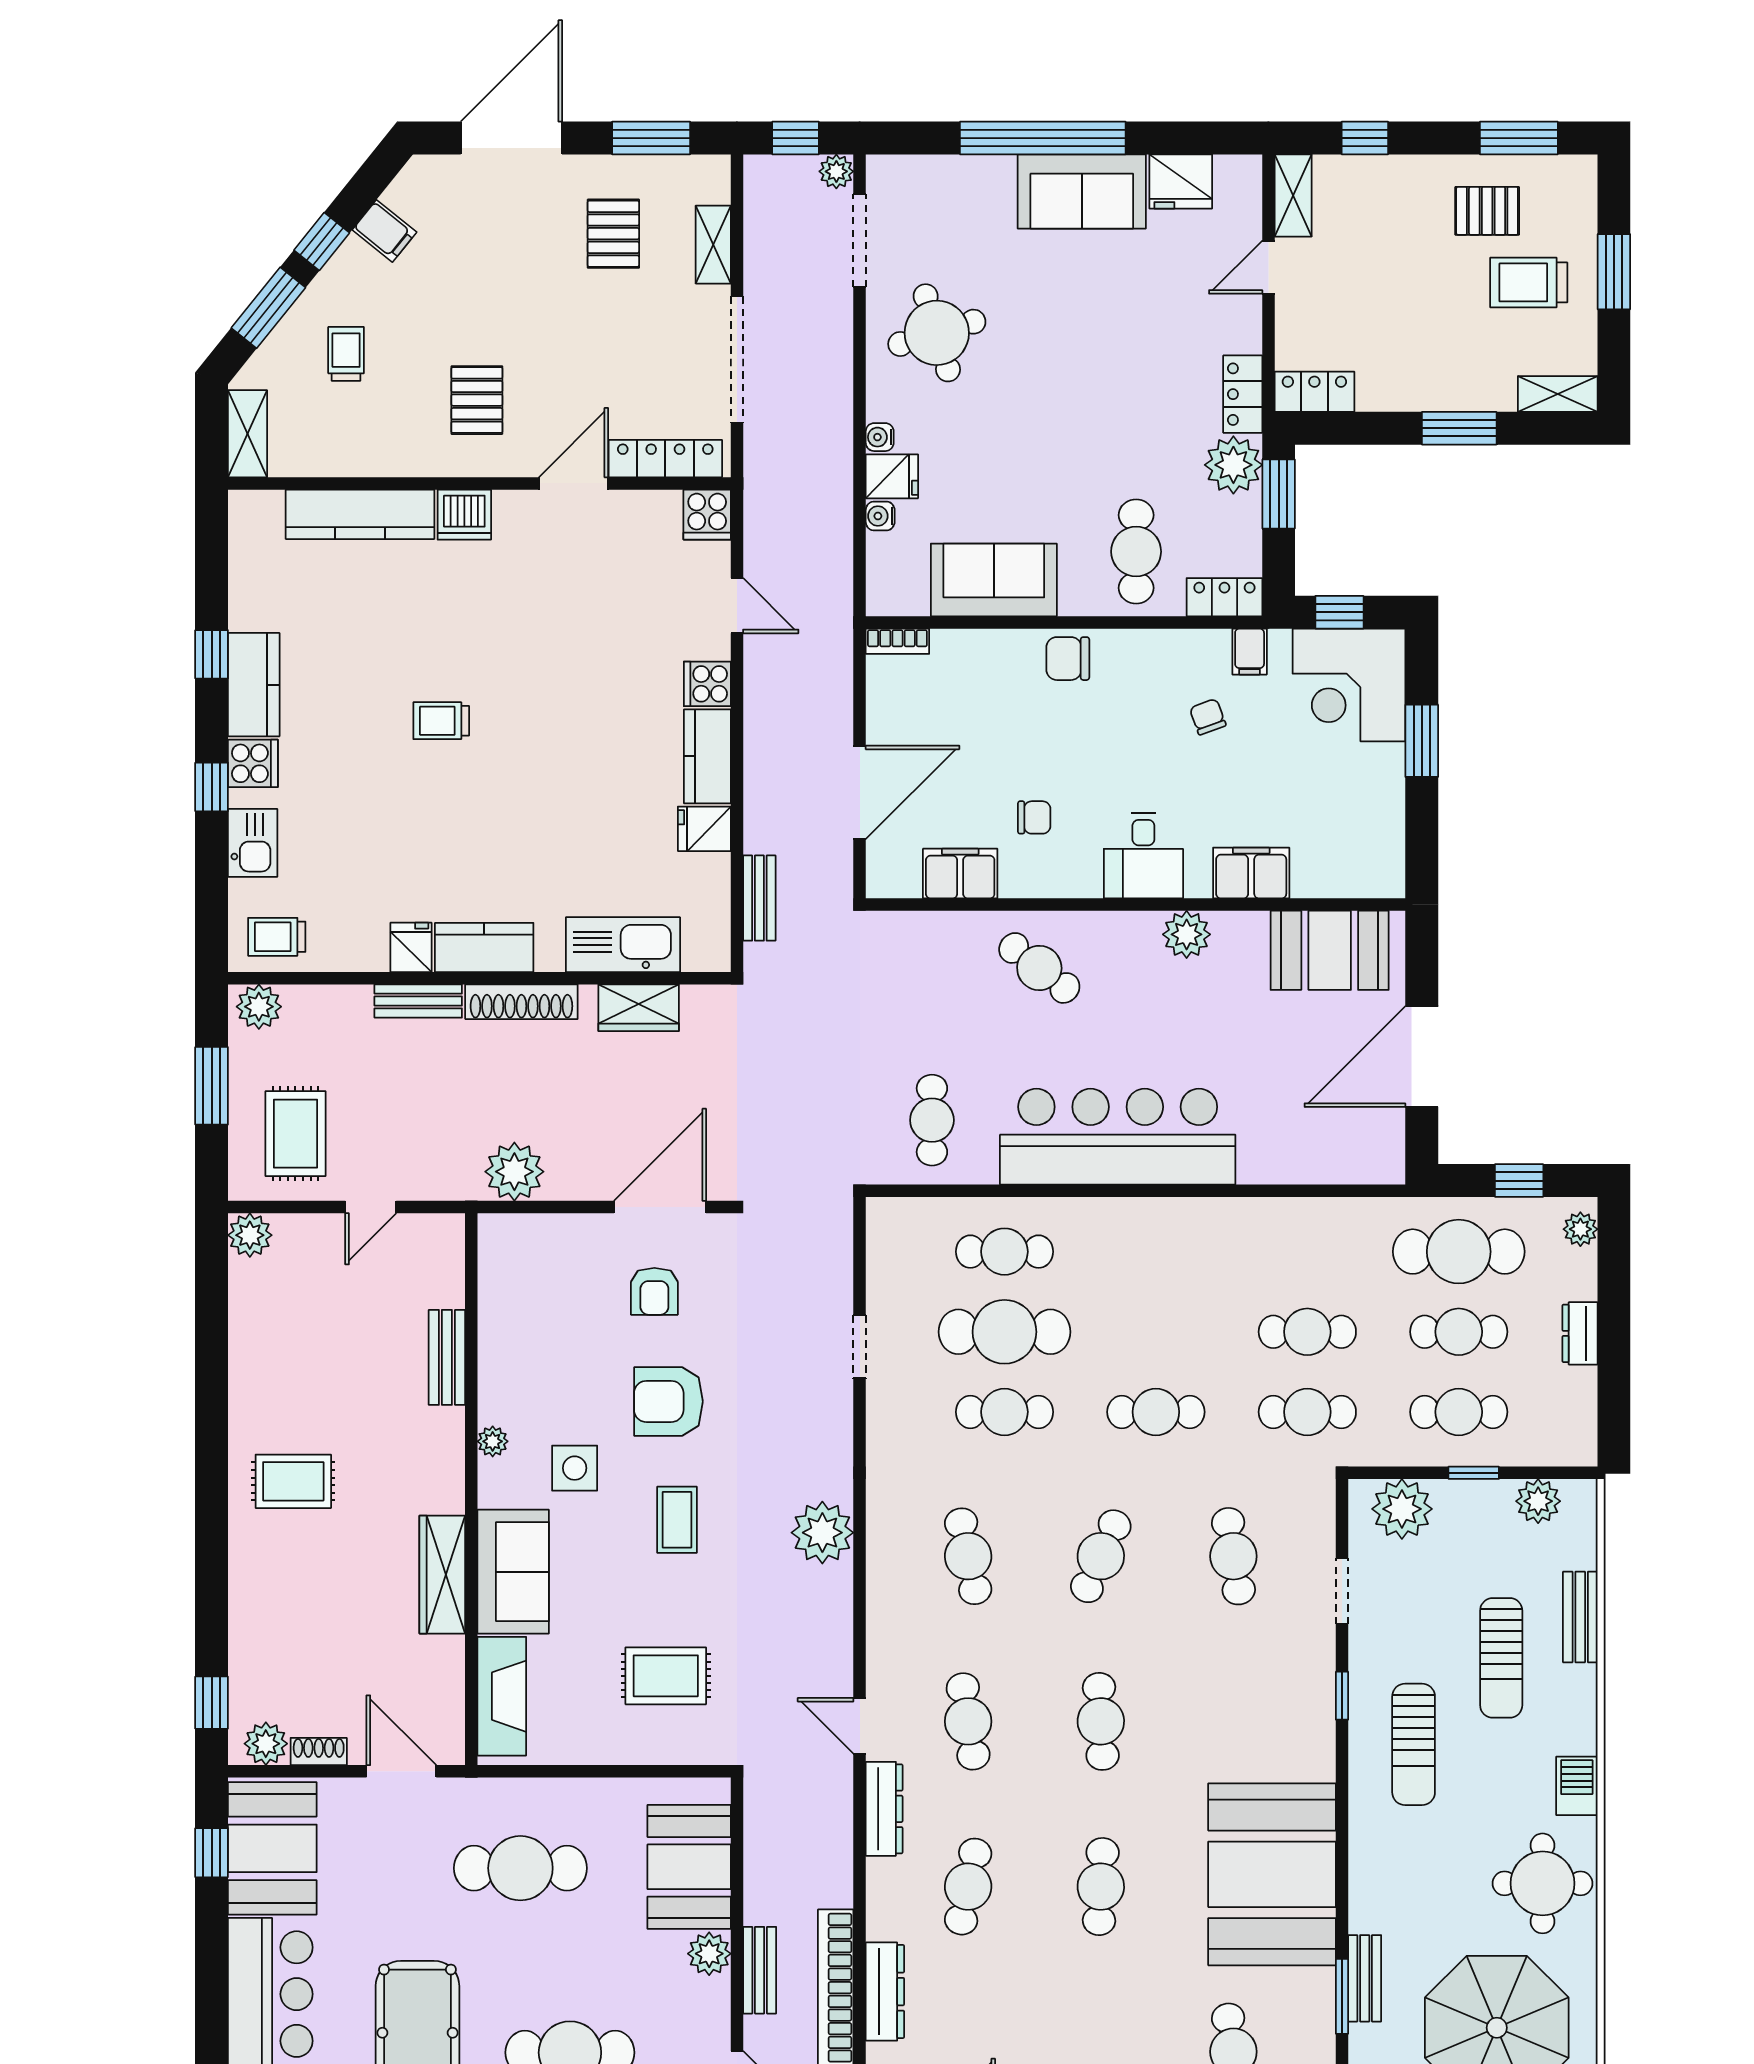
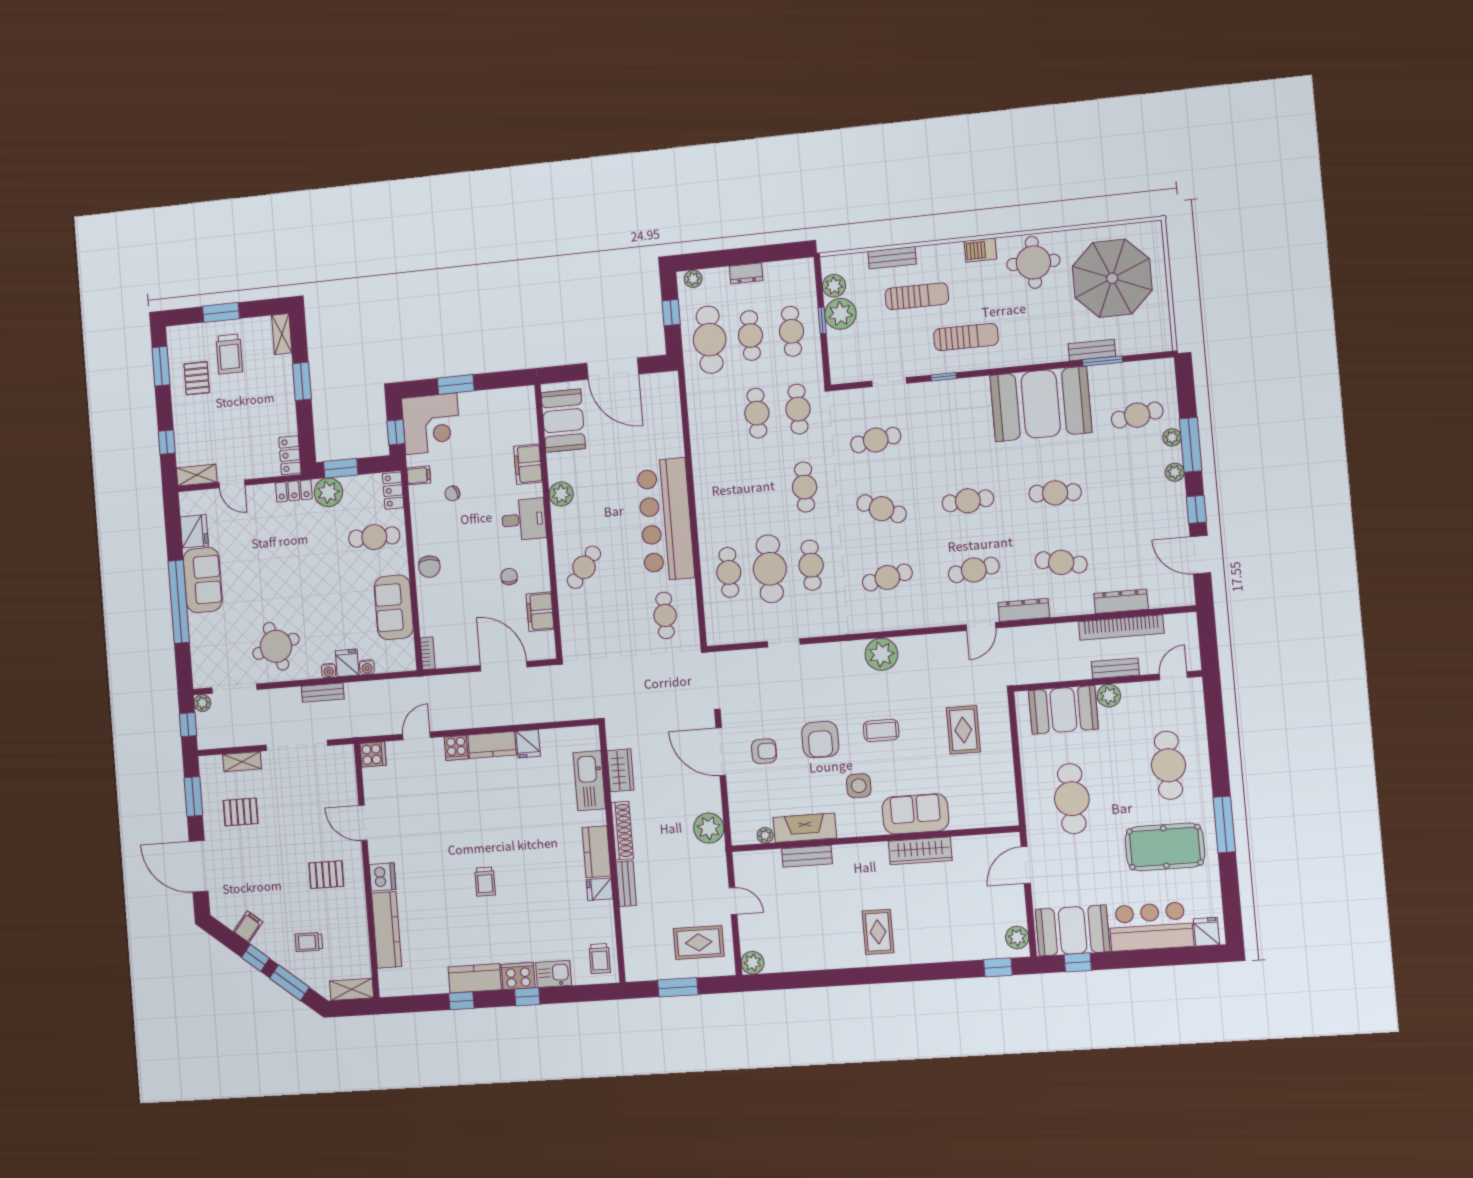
locker: (665, 459) -> (347, 778), removed
cooker: (253, 763) -> (518, 976), width x1.36
bench: (759, 898) -> (323, 693), moved
plant: (259, 1007) -> (636, 965), removed
cafe table: (932, 1120) -> (665, 615), turned 90
plant: (493, 1441) -> (765, 835), moved
plant: (1402, 1509) -> (840, 314), moved
fireplace: (502, 1696) -> (805, 828), moved
shoe rack: (319, 1751) -> (1019, 909), removed

